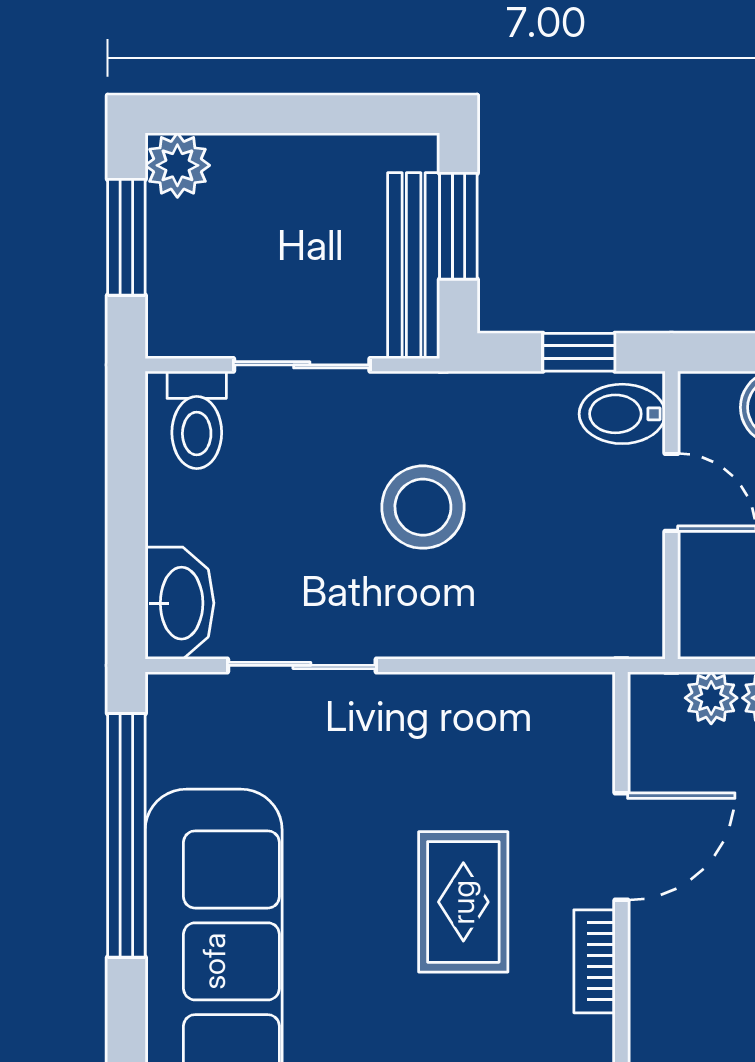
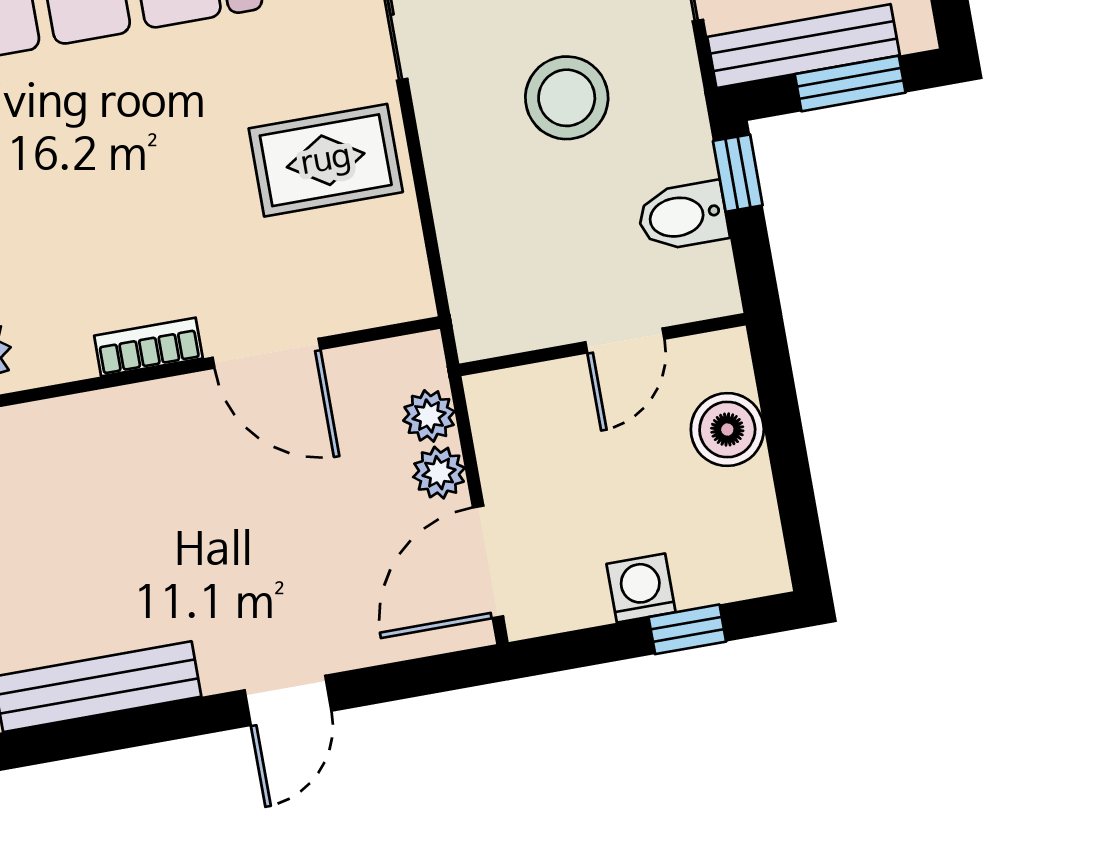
window: (579, 352) -> (738, 173), moved
bidet: (622, 414) -> (683, 216), moved, turned -90
rug: (463, 902) -> (326, 160), moved

